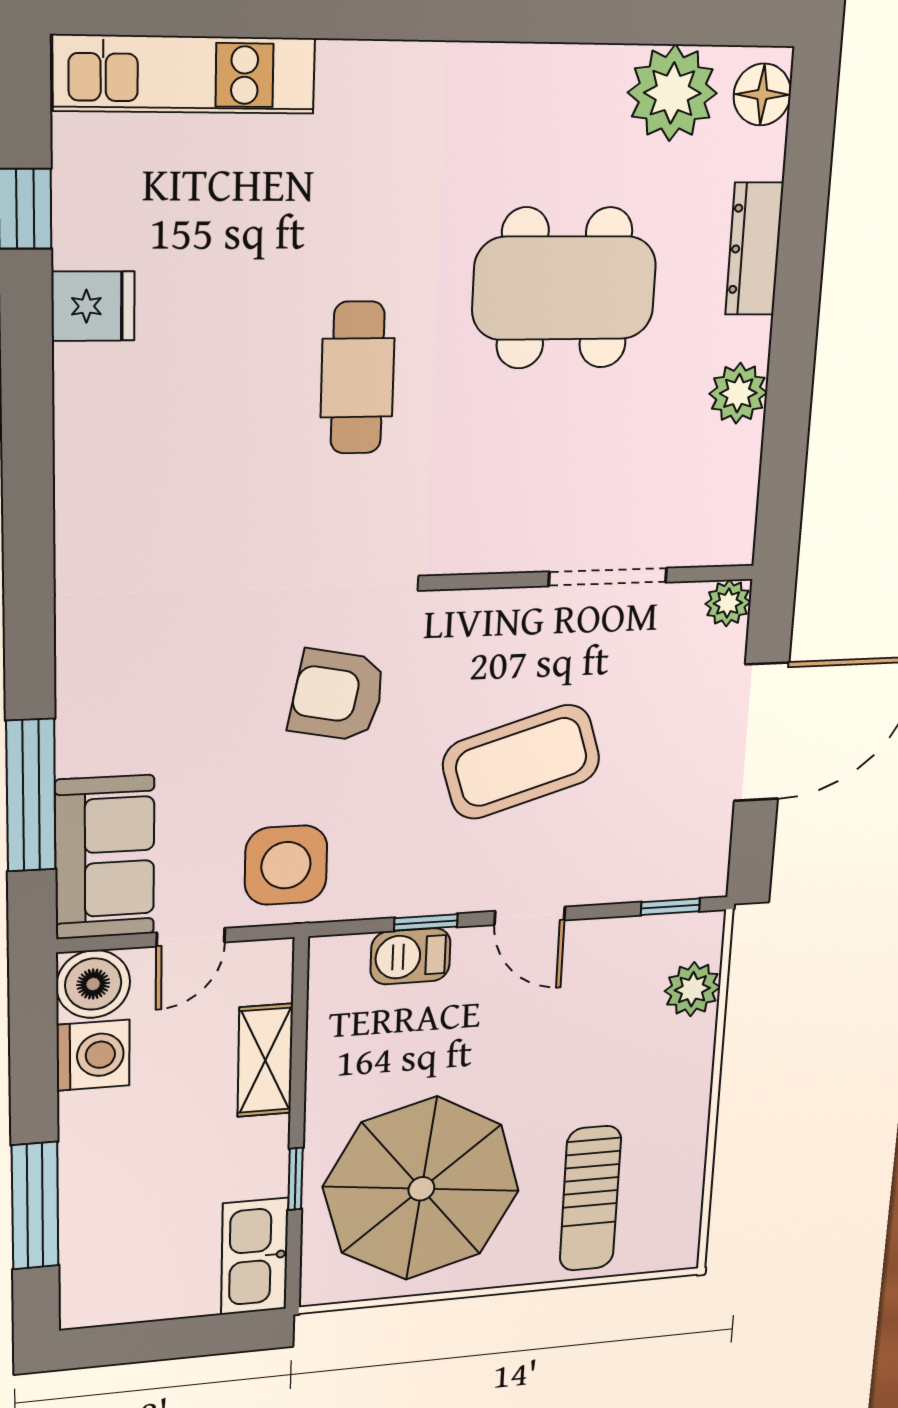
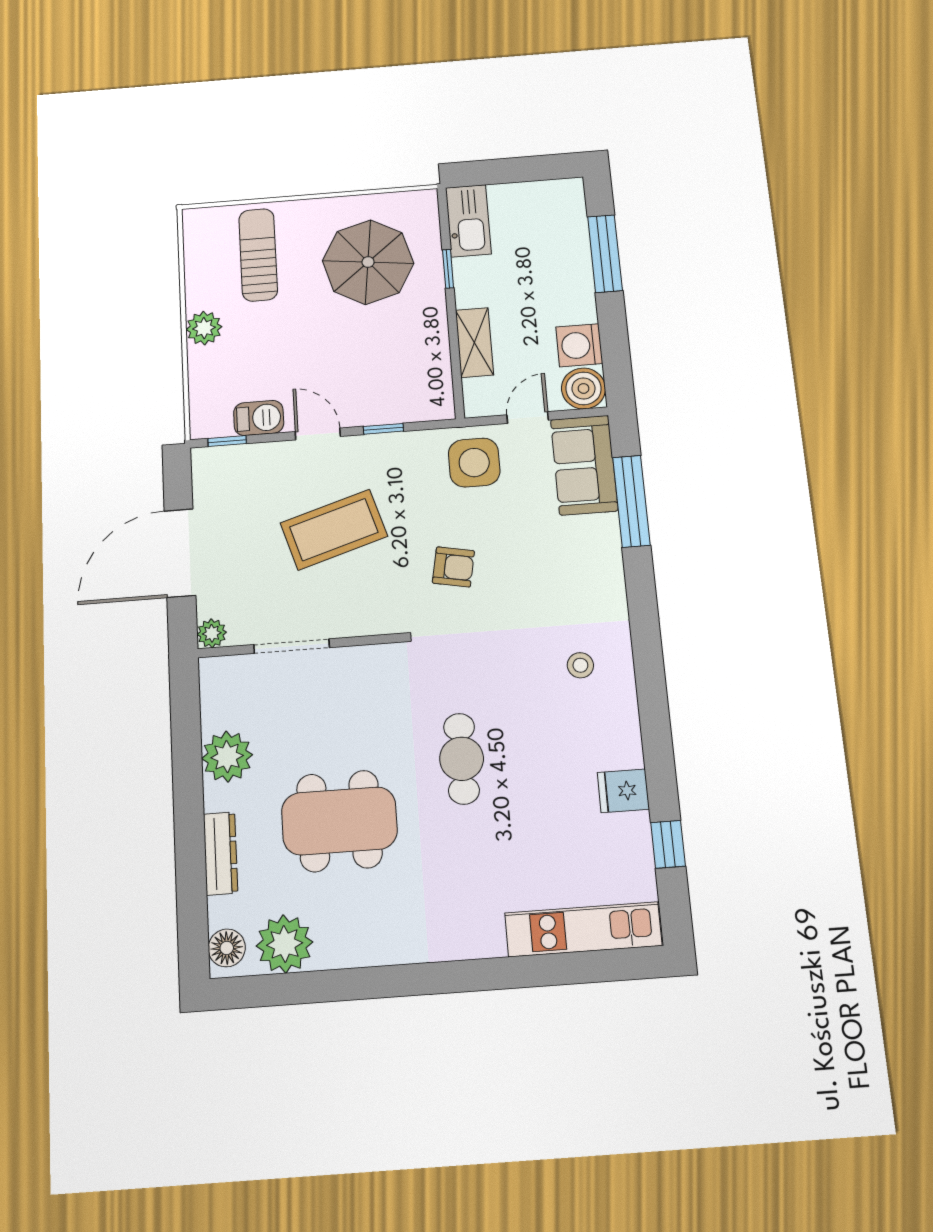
plant: (738, 393) -> (227, 757), width x1.36, depth x1.36
stool: (145, 523) -> (580, 665), added
armchair: (338, 695) -> (453, 567), width x0.72, depth x0.72
barbecue: (411, 956) -> (259, 418), moved
plant: (692, 989) -> (204, 328), moved
parasol: (421, 1189) -> (368, 262), width x0.73, depth x0.73

